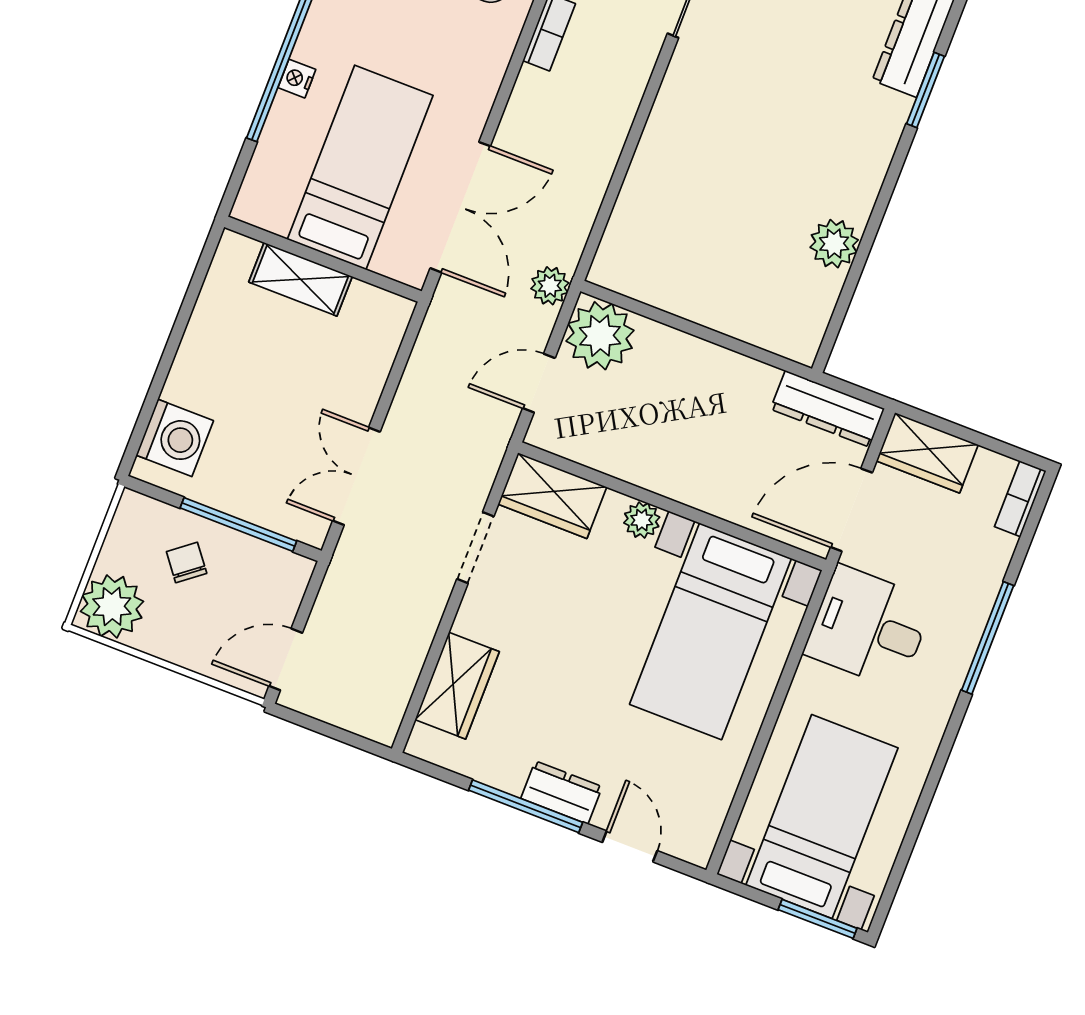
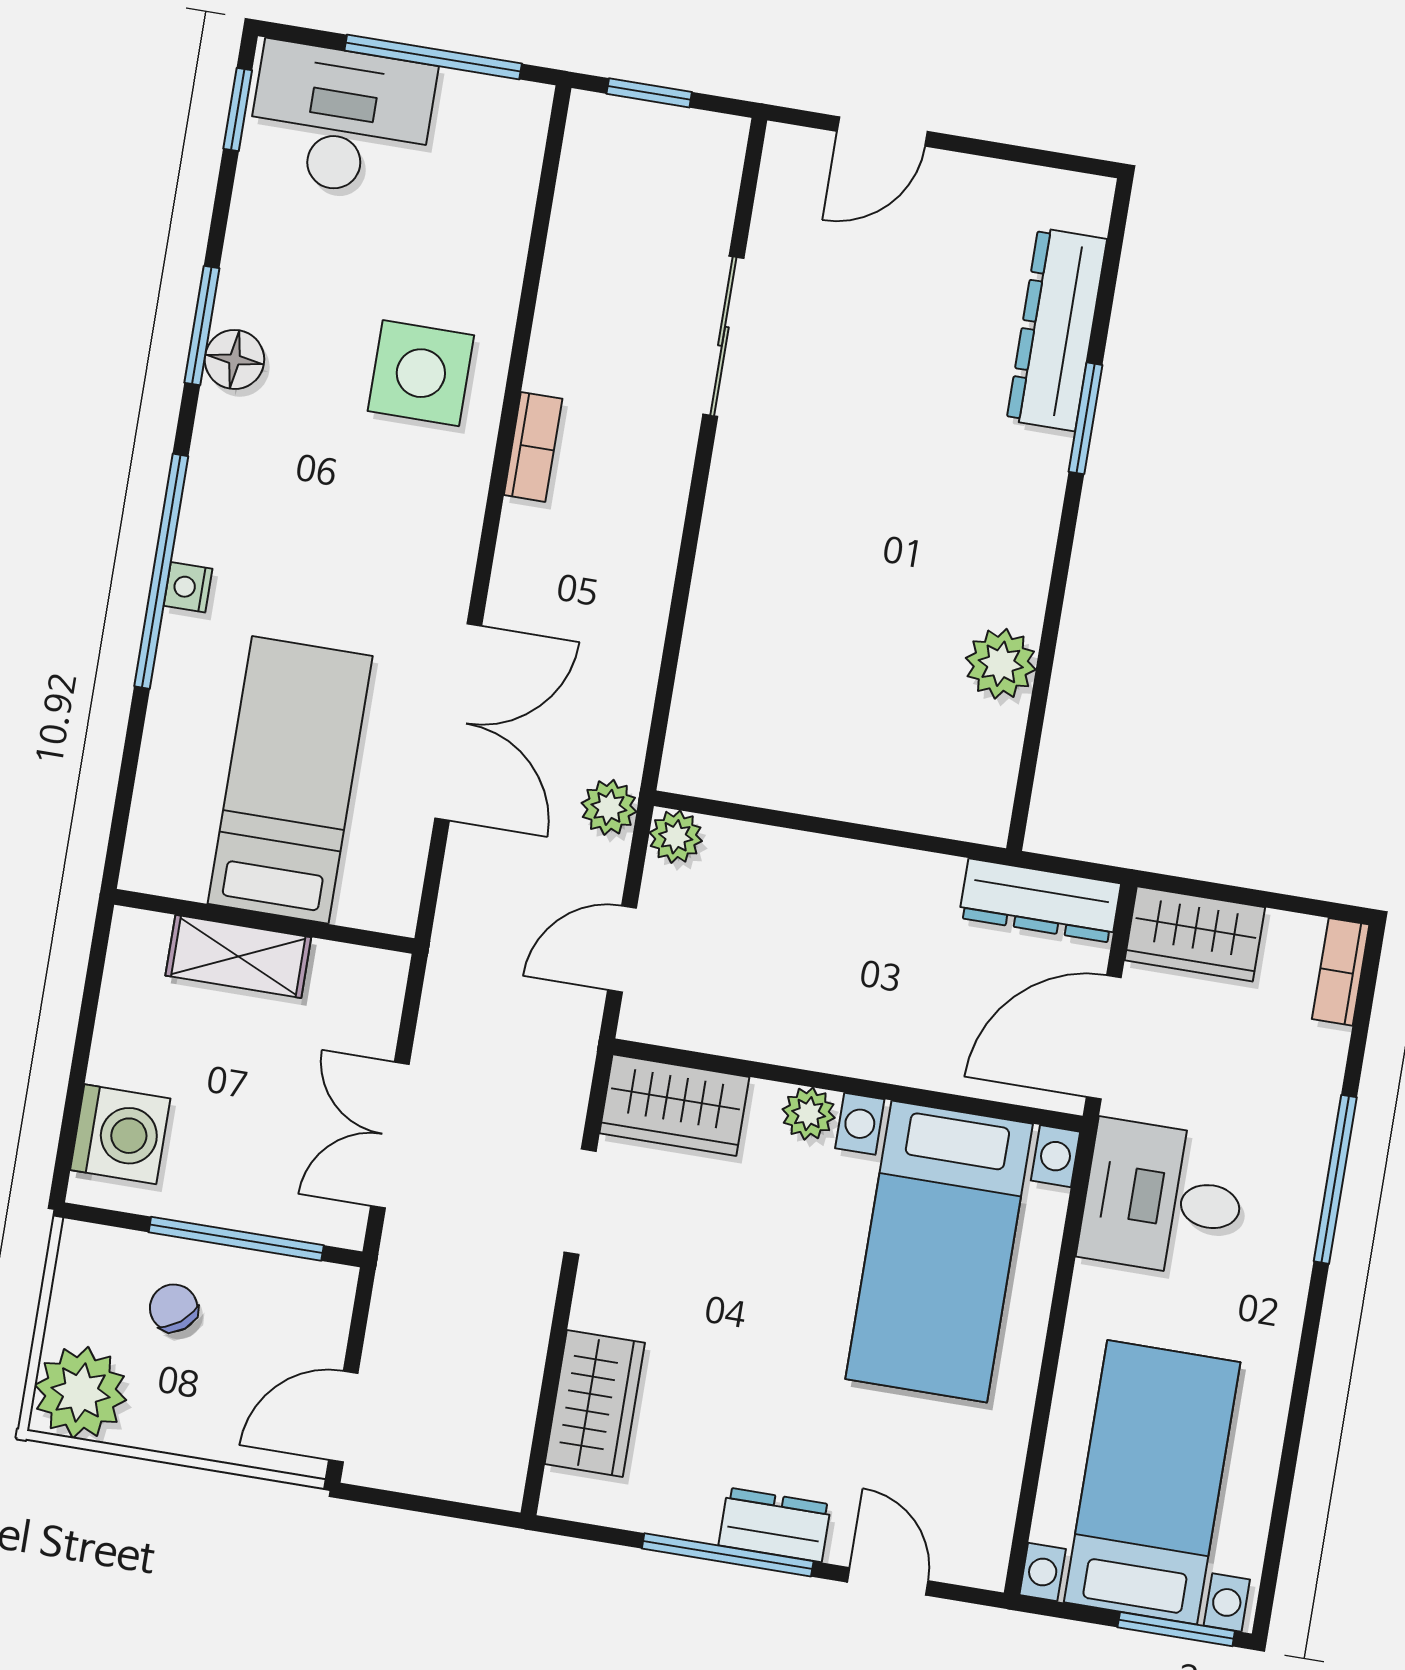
bed: (360, 167) -> (290, 780), moved
wall: (323, 259) -> (264, 921), moved
shelving: (301, 279) -> (238, 956), moved
plant: (600, 336) -> (676, 837), width x0.53, depth x0.53

